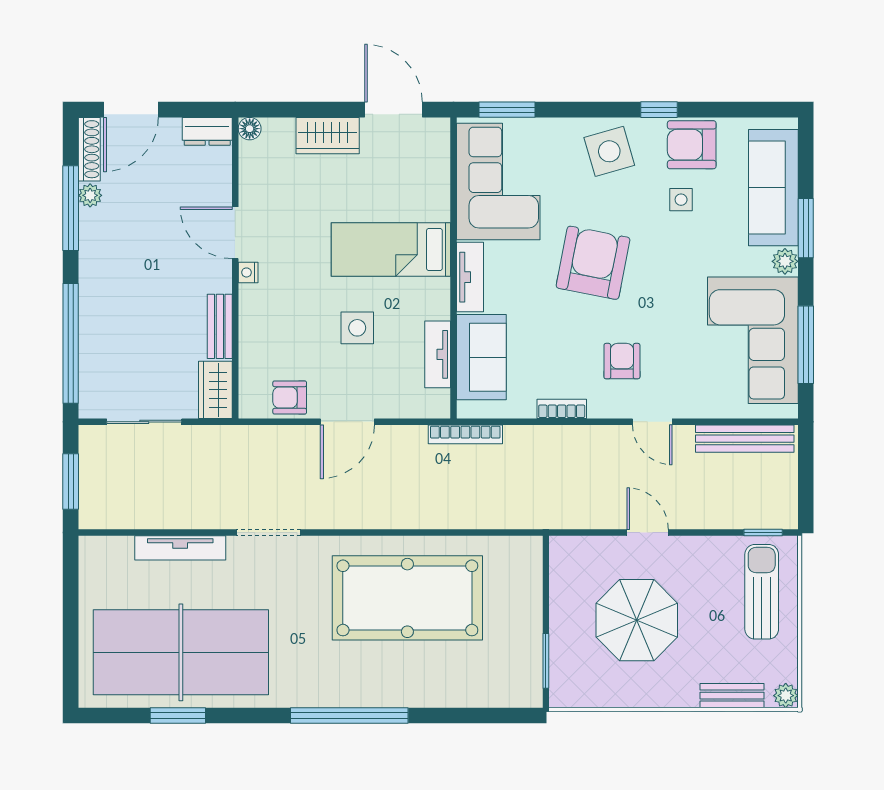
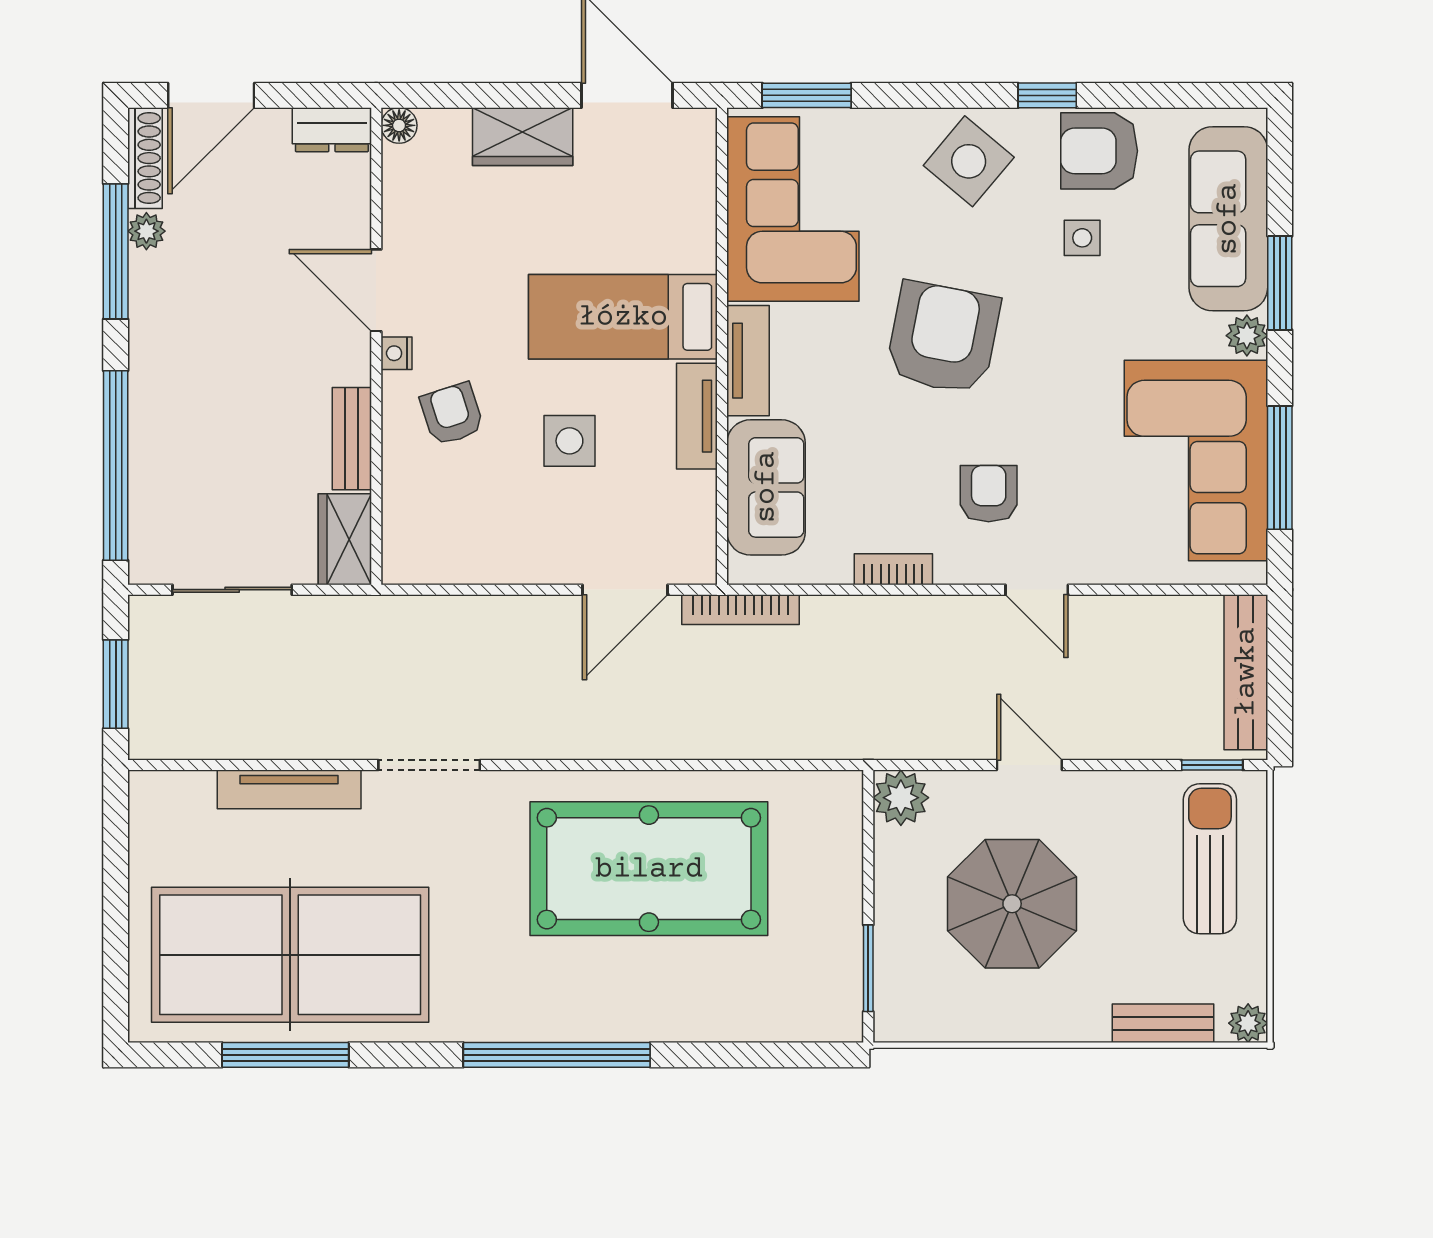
side table: (609, 151) -> (969, 161), turned -34
tv unit: (438, 354) -> (697, 416), moved
armchair: (290, 398) -> (452, 414), moved, turned 72
door: (347, 422) -> (625, 590), moved
bench: (745, 439) -> (1246, 672), moved, turned 90
plant: (566, 553) -> (901, 798), added
window: (178, 716) -> (285, 1055), width x1.44

